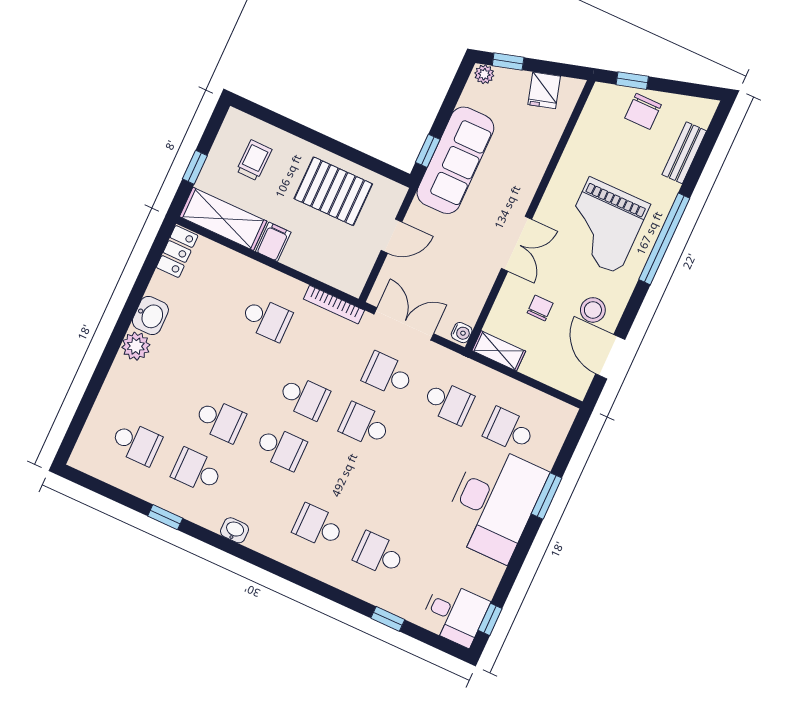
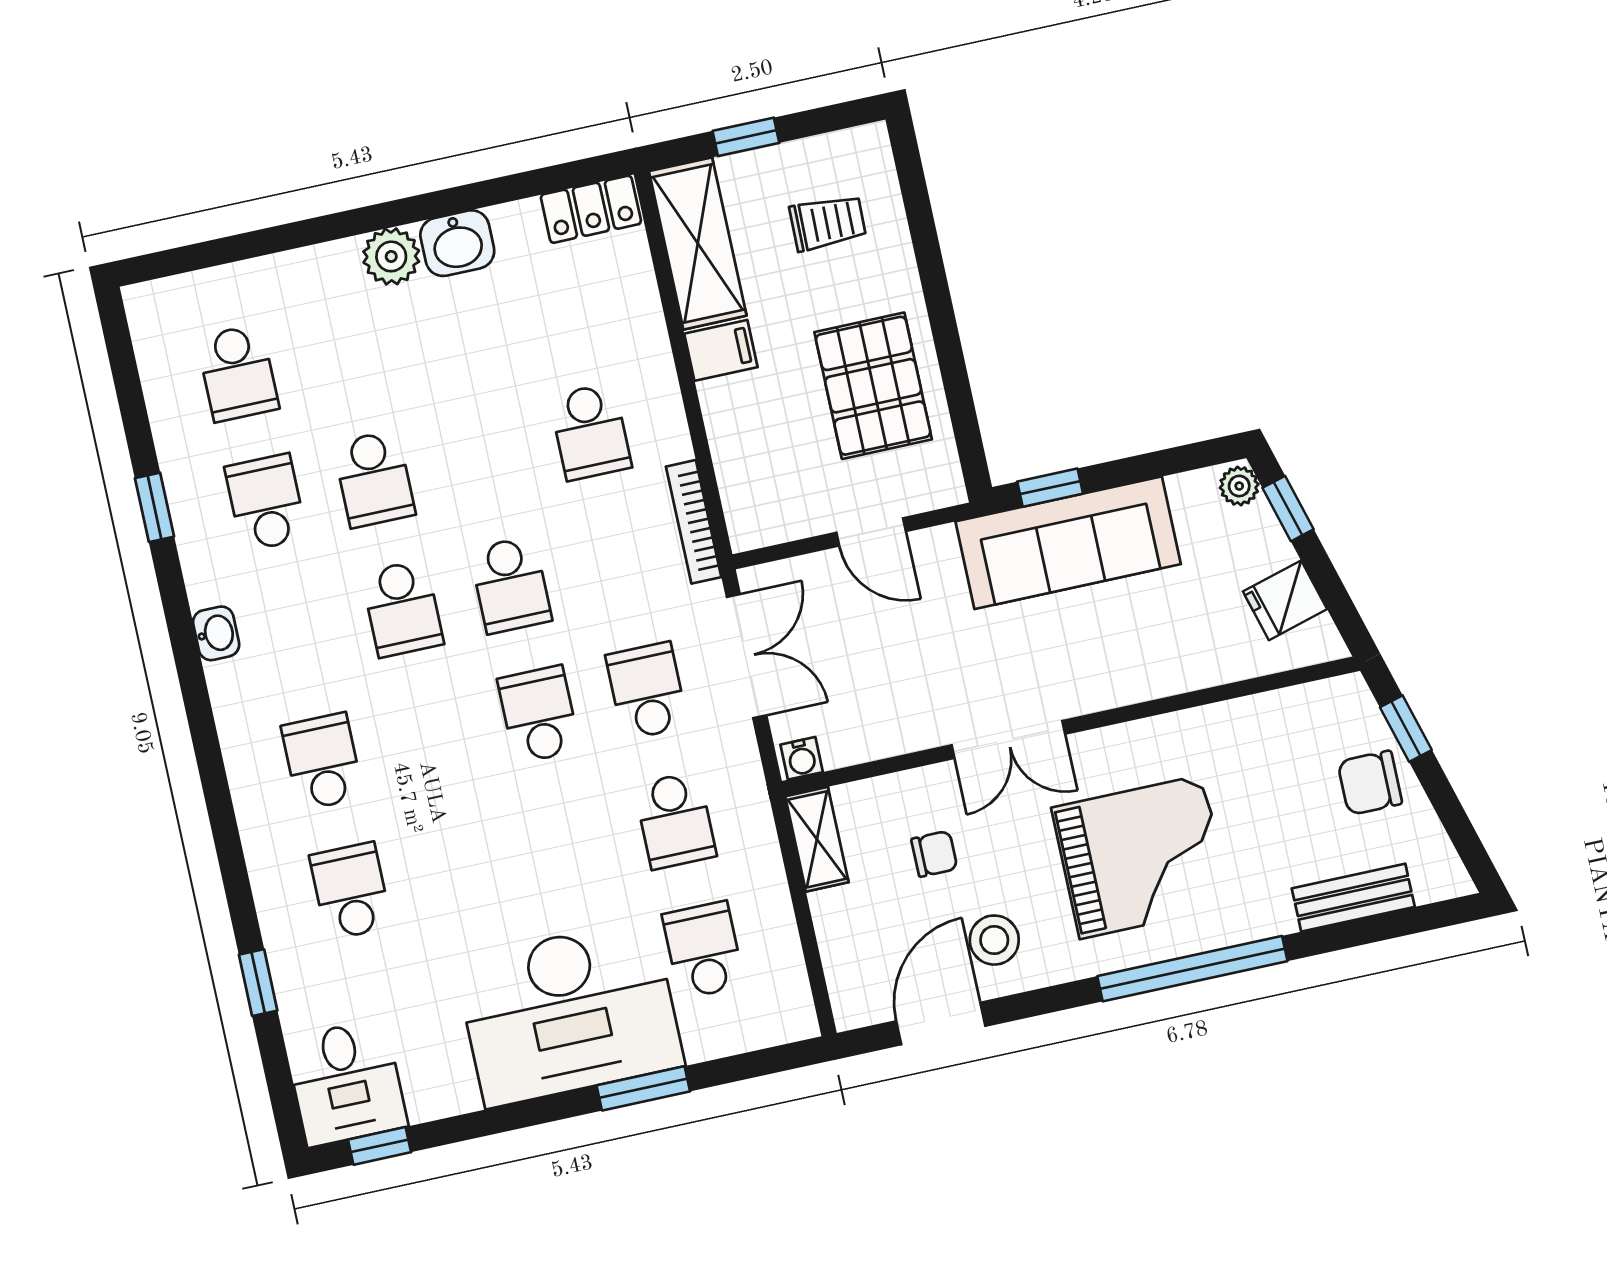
grand piano: (604, 226) -> (1141, 857), turned 180

